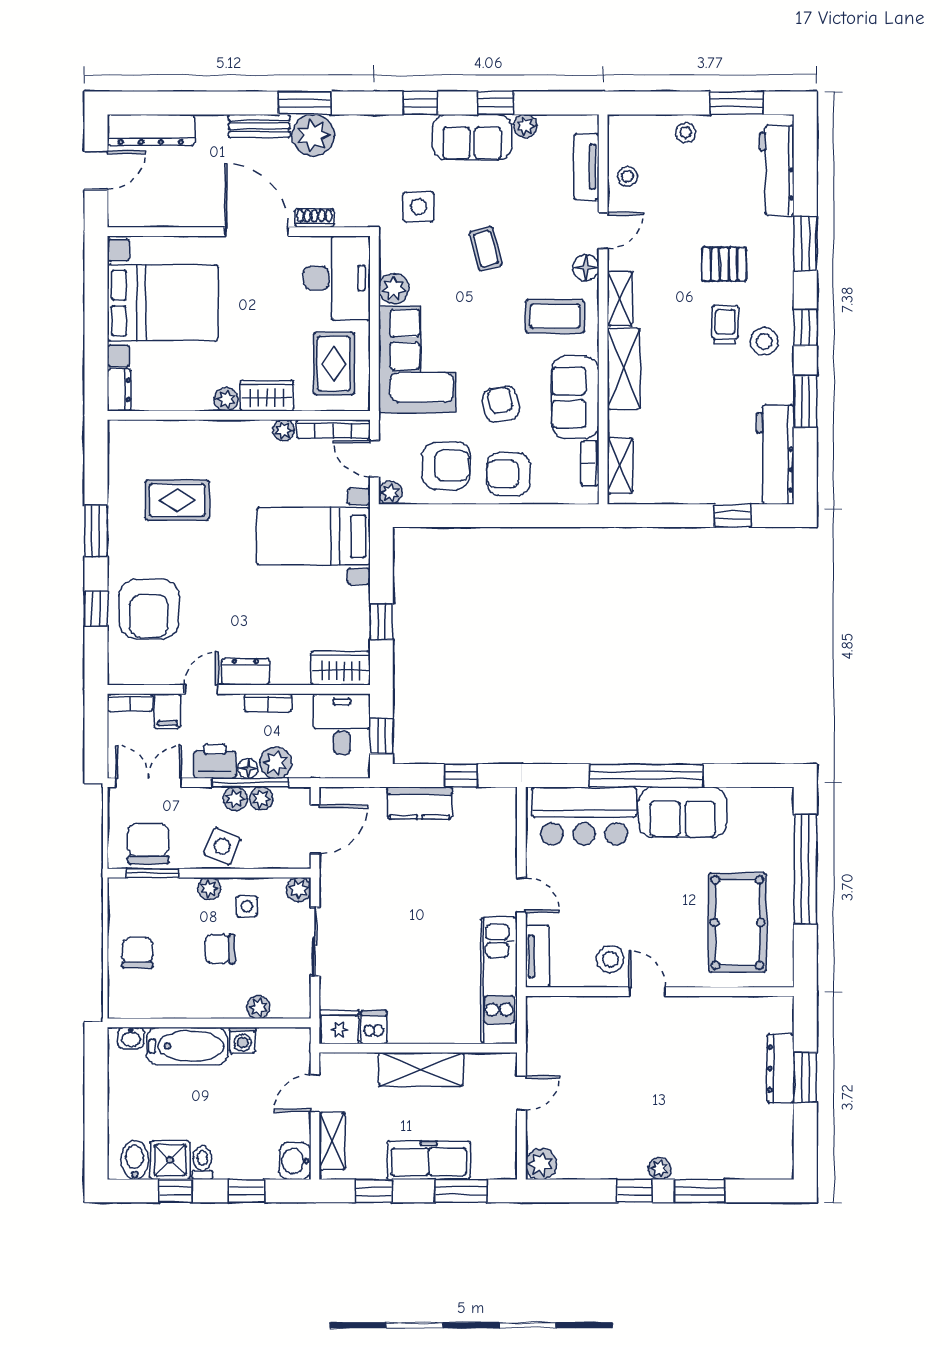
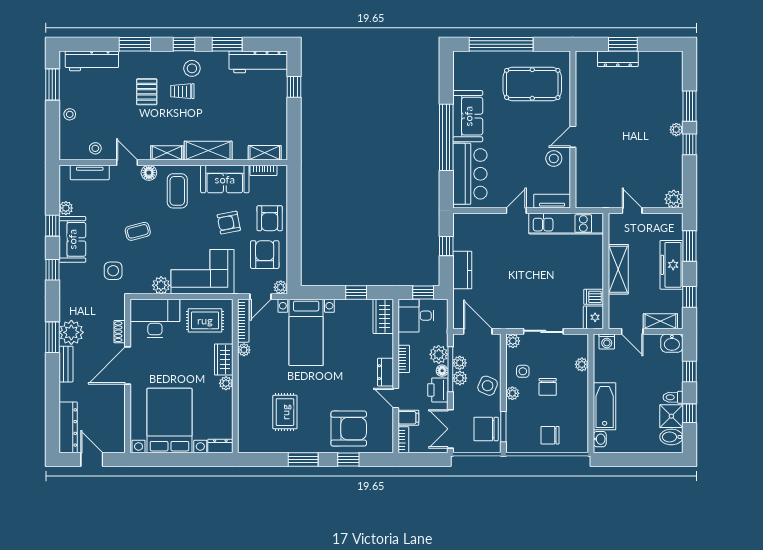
washing machine: (243, 1040) -> (607, 341), moved, turned 90

